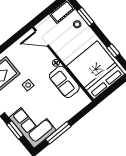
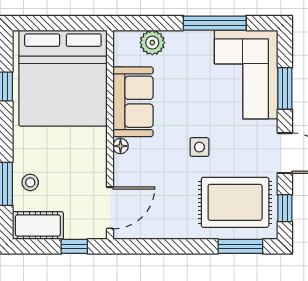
window: (43, 14) -> (74, 246), added
door: (42, 38) -> (110, 208), hinge flipped
plant: (74, 108) -> (152, 43), added

